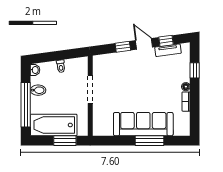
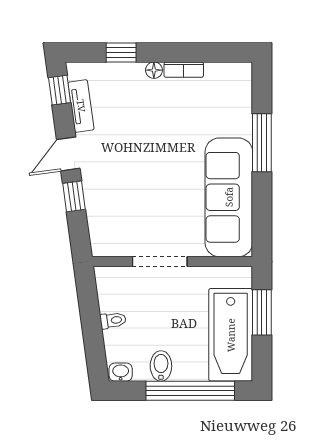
window: (166, 41) -> (60, 90), moved
sofa: (143, 124) -> (229, 197), moved

